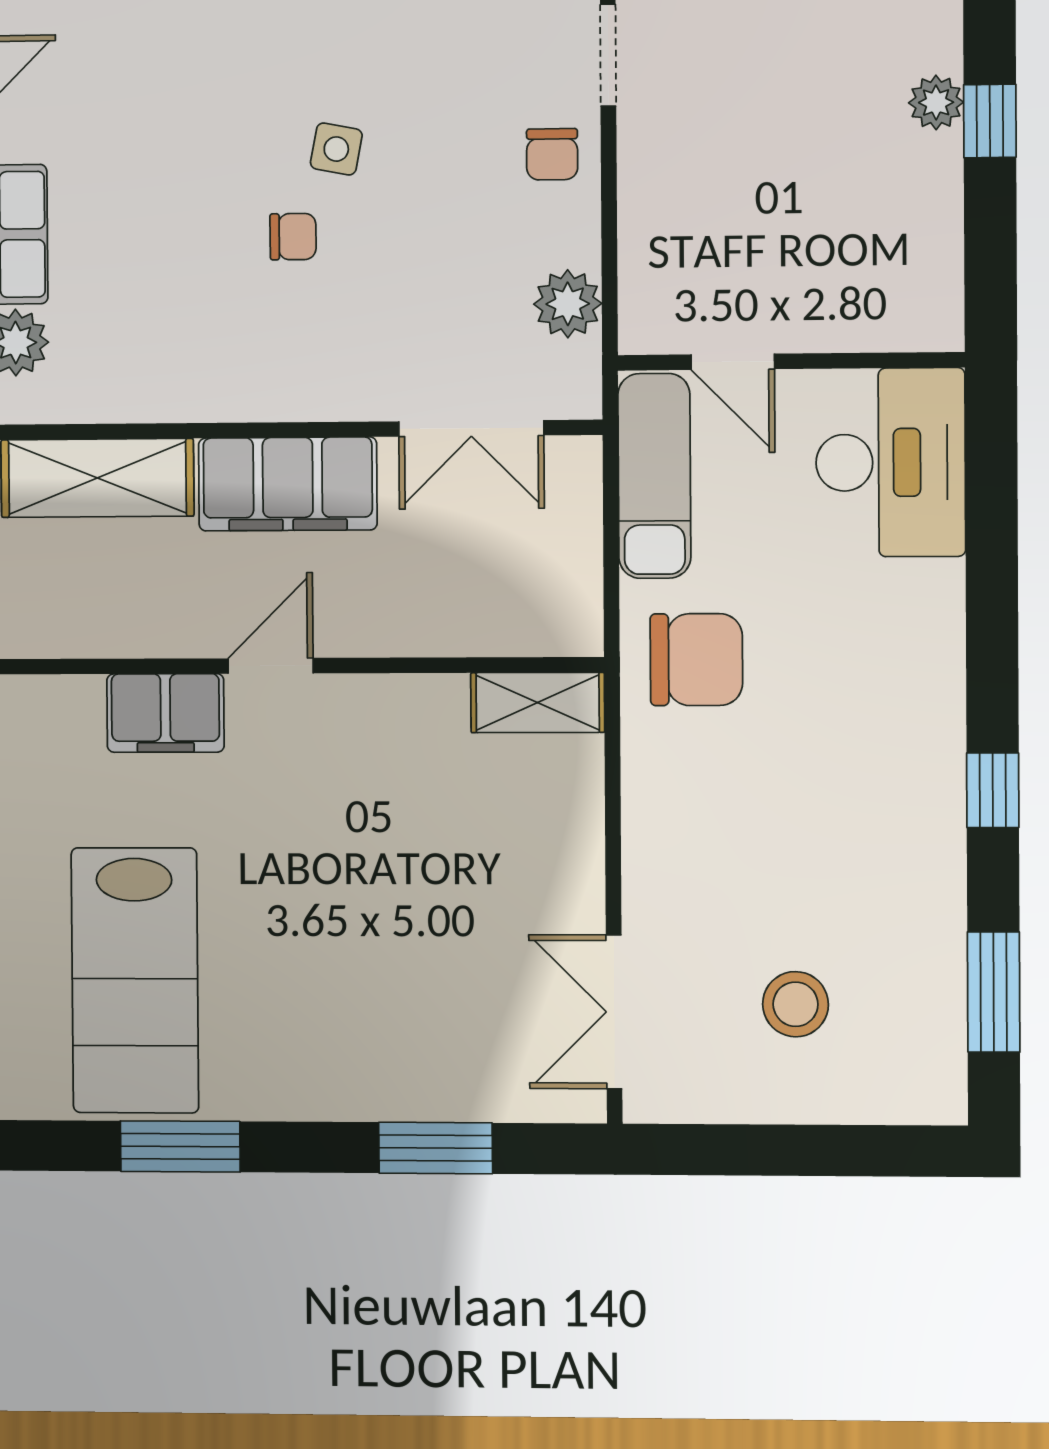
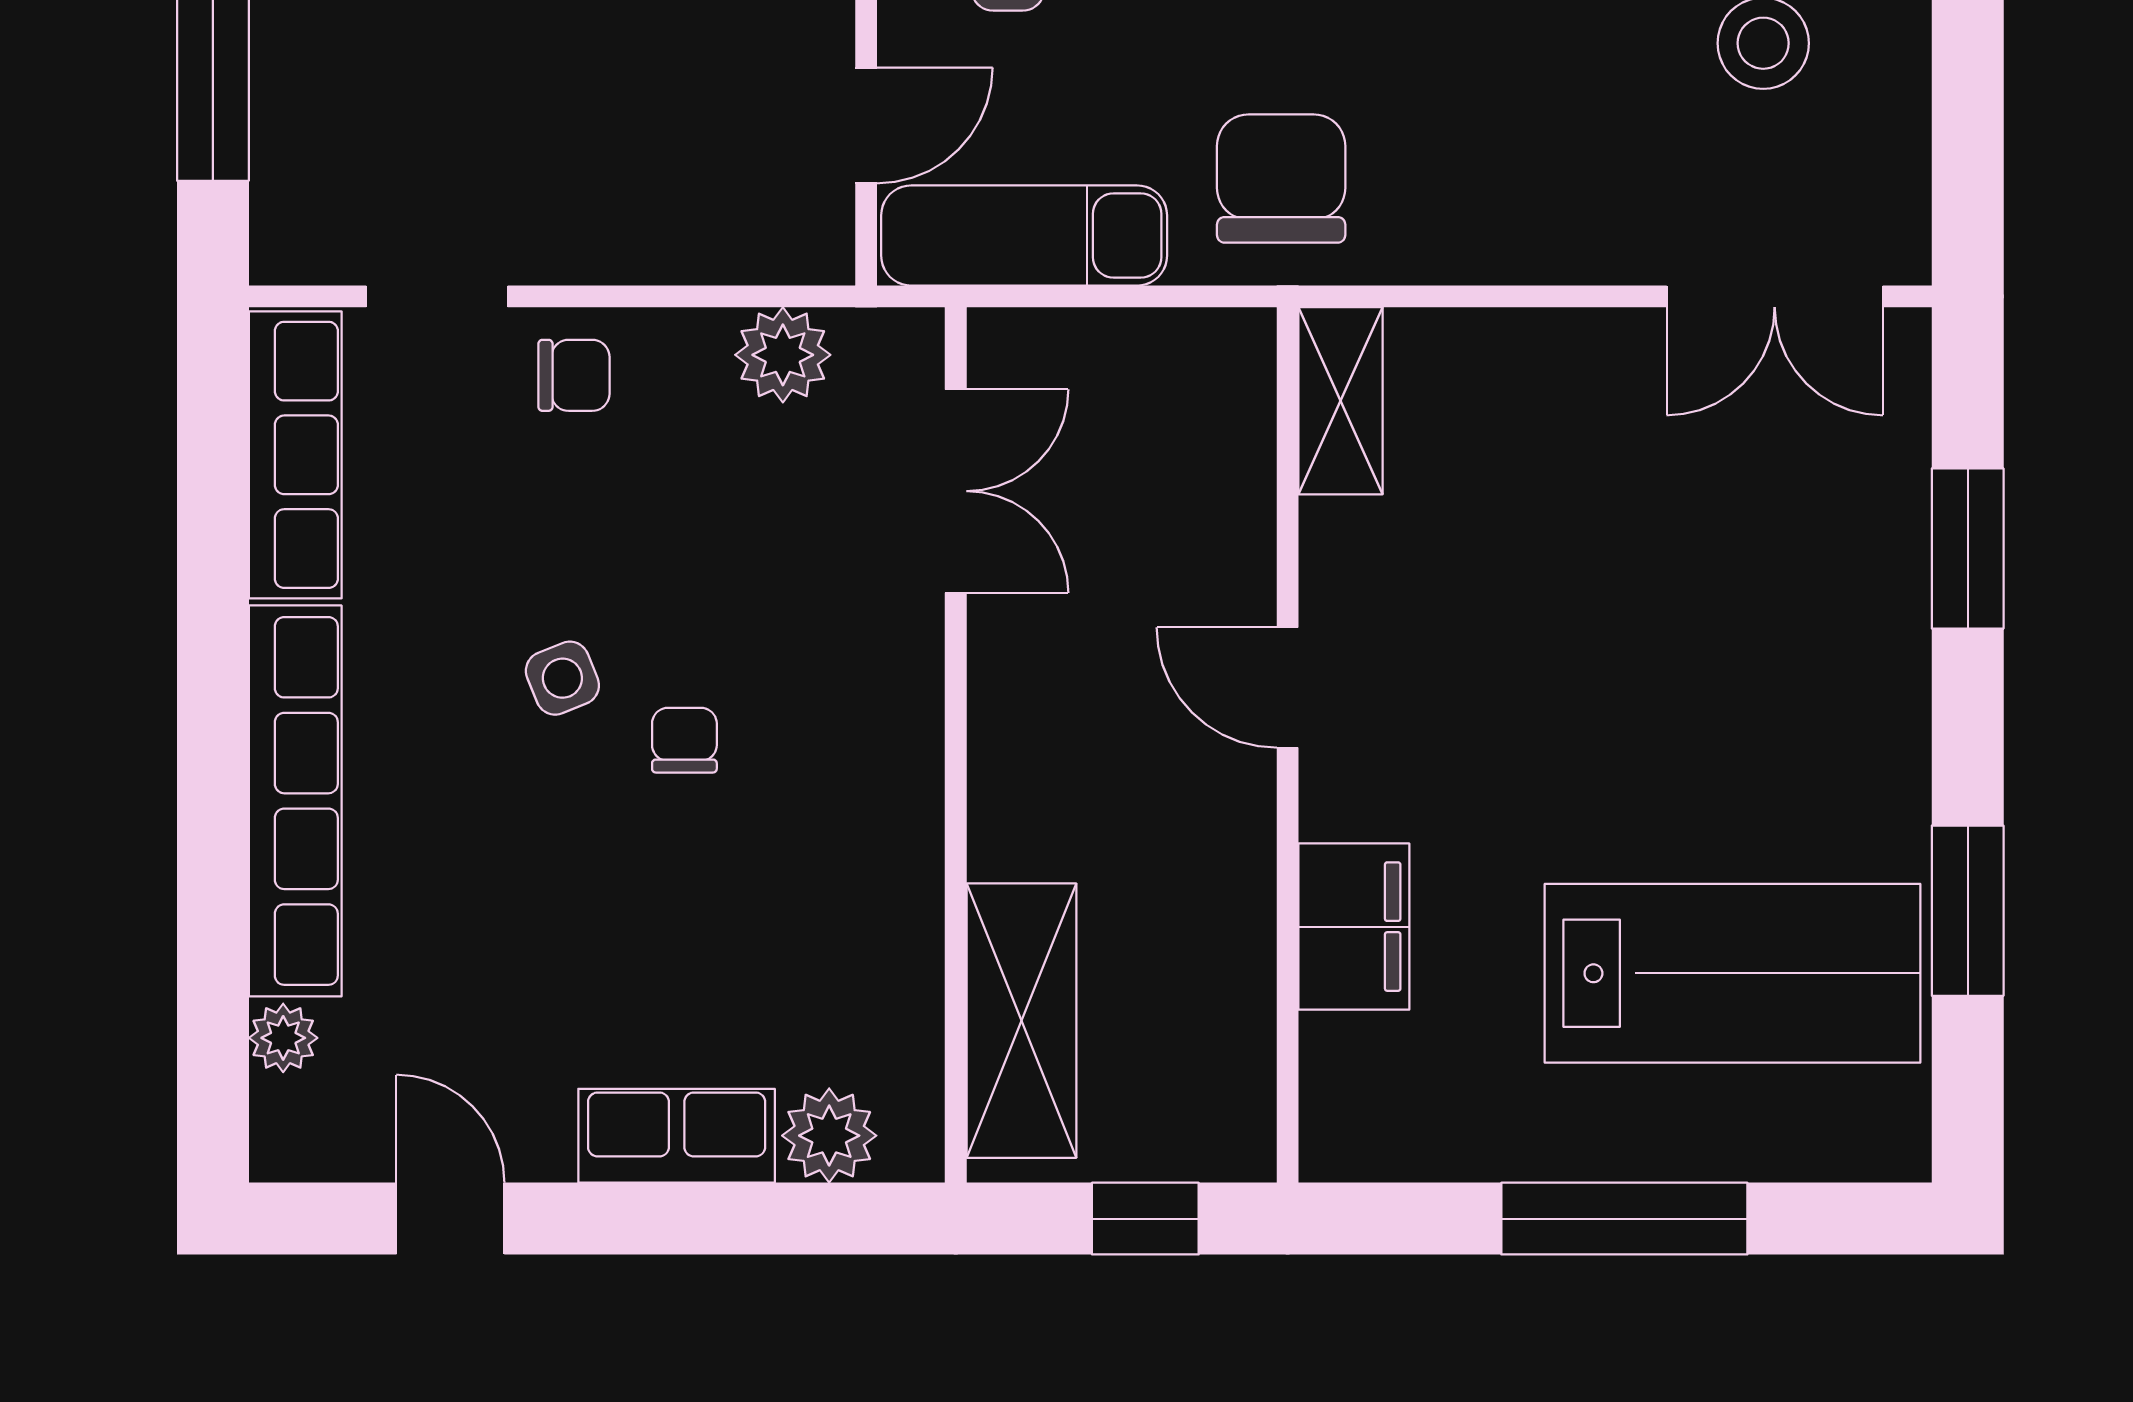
side table: (336, 149) -> (562, 678), turned -33
filing cabinet: (288, 484) -> (1032, 750), removed
door: (271, 666) -> (1288, 687), moved

